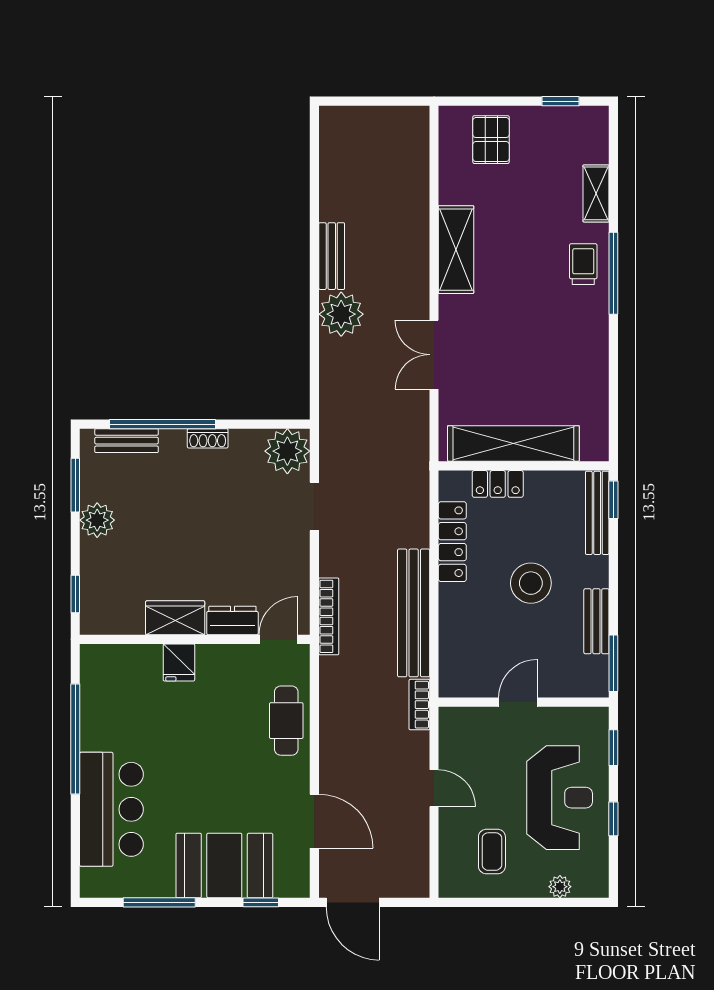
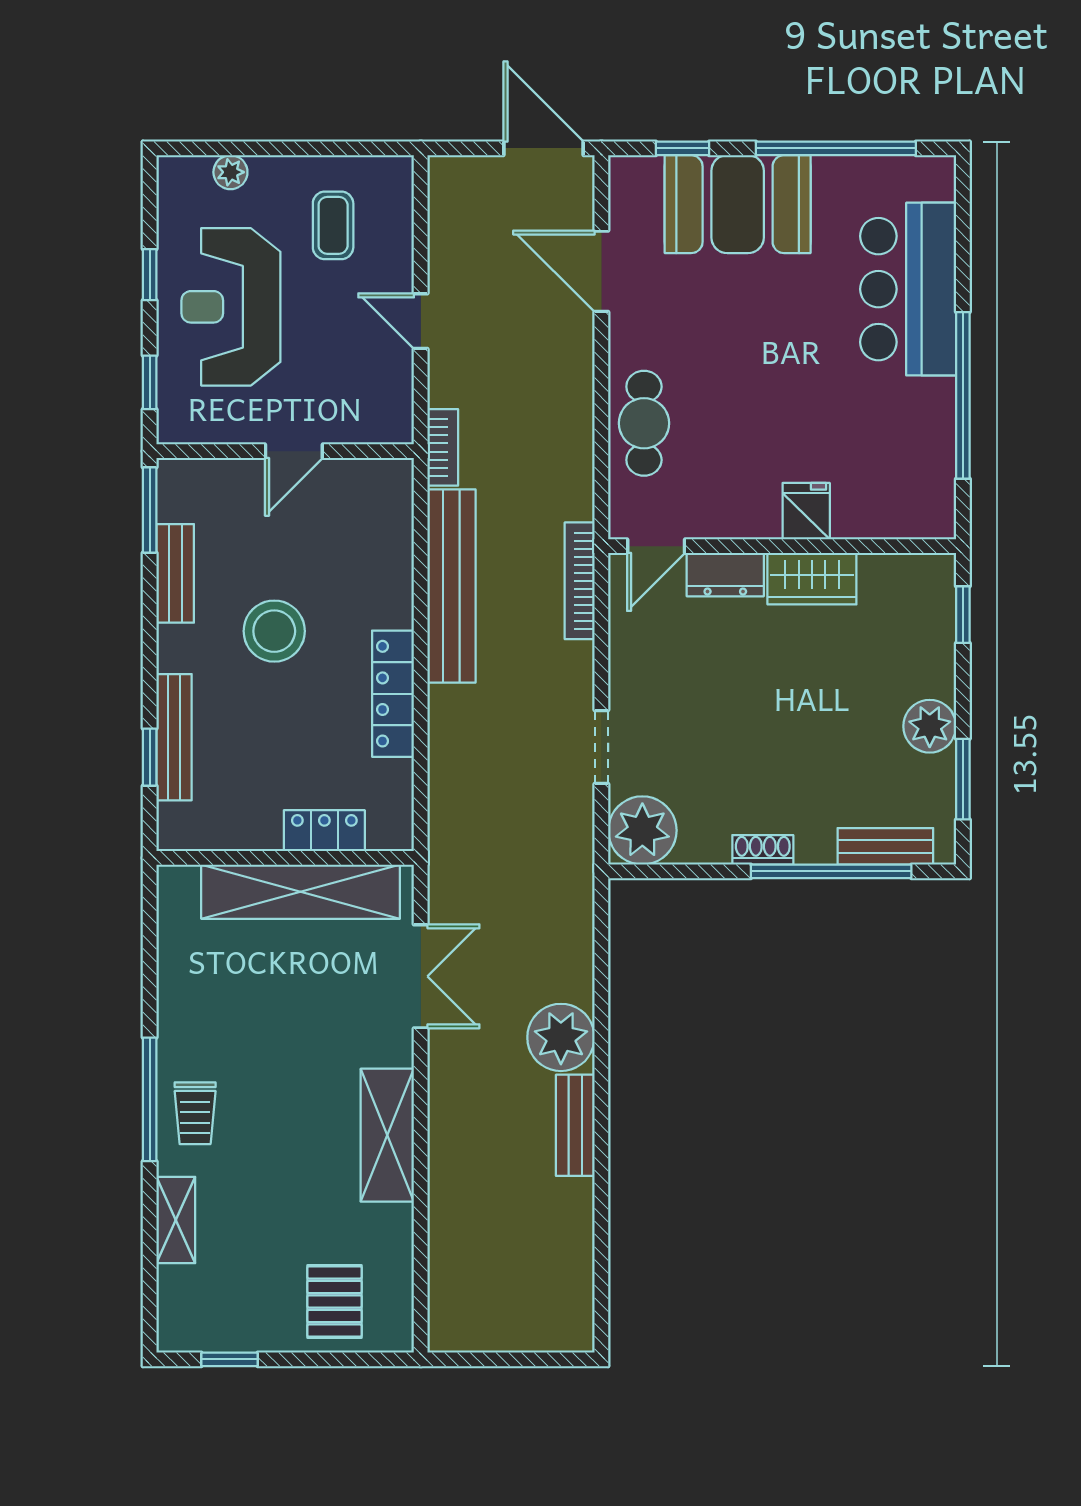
shelving: (513, 444) -> (301, 892), moved
wall: (524, 466) -> (285, 858), moved
locker: (498, 484) -> (324, 831), moved
window: (159, 902) -> (836, 148), width x1.46

